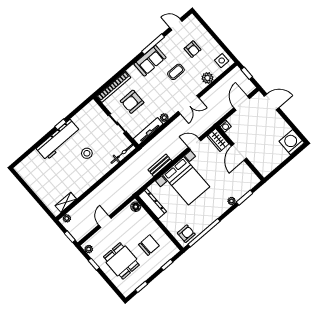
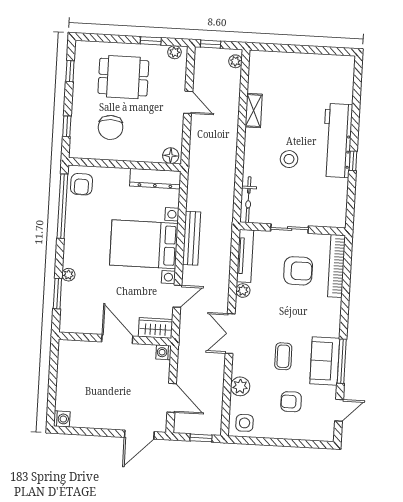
sofa: (150, 61) -> (325, 361), moved
armchair: (132, 102) -> (298, 271), turned 90
washing machine: (292, 142) -> (62, 419), width x0.53, depth x0.53
bench: (160, 165) -> (192, 238), width x1.36
shelving: (66, 202) -> (254, 111), moved

